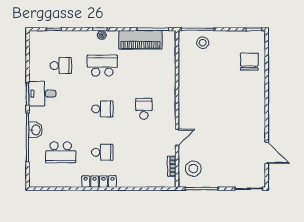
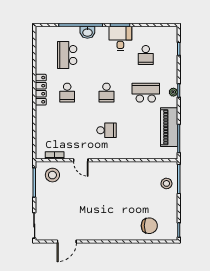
school desk: (102, 66) -> (146, 93), turned -90

